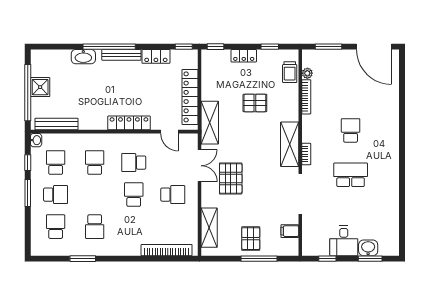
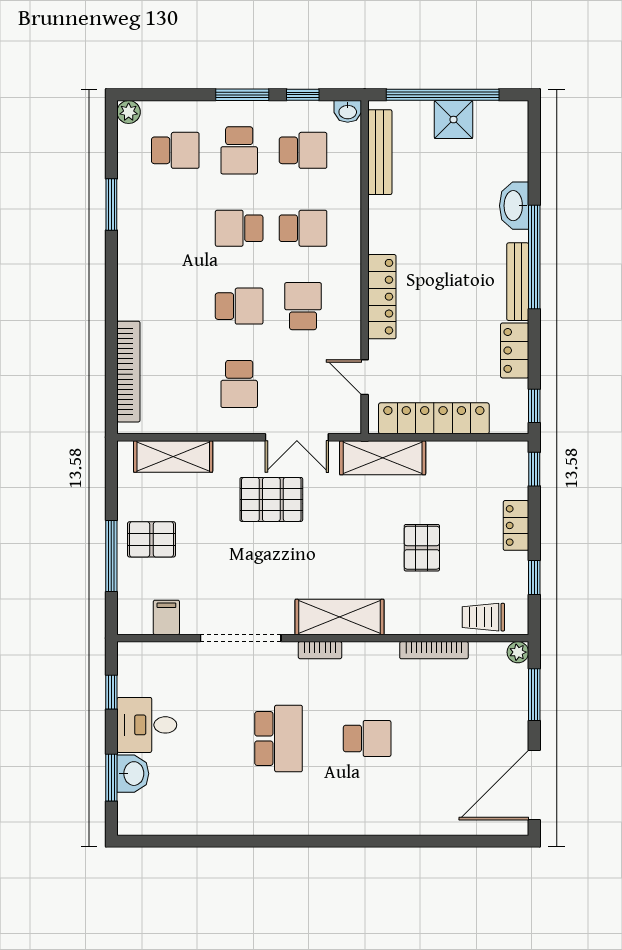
plant: (307, 73) -> (518, 652), moved
door: (169, 132) -> (365, 377), hinge flipped
school desk: (95, 227) -> (239, 228), moved
plant: (36, 250) -> (129, 112), added

